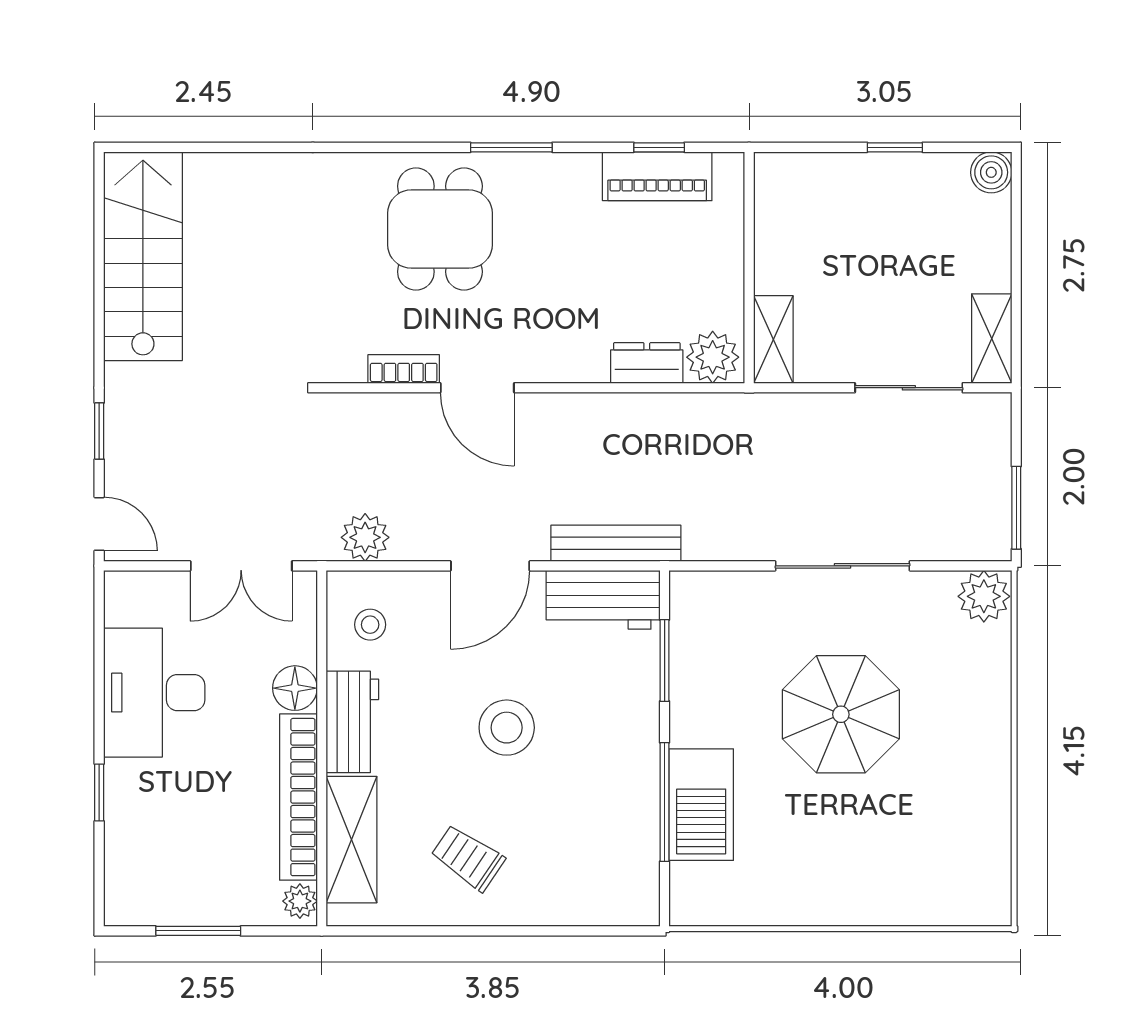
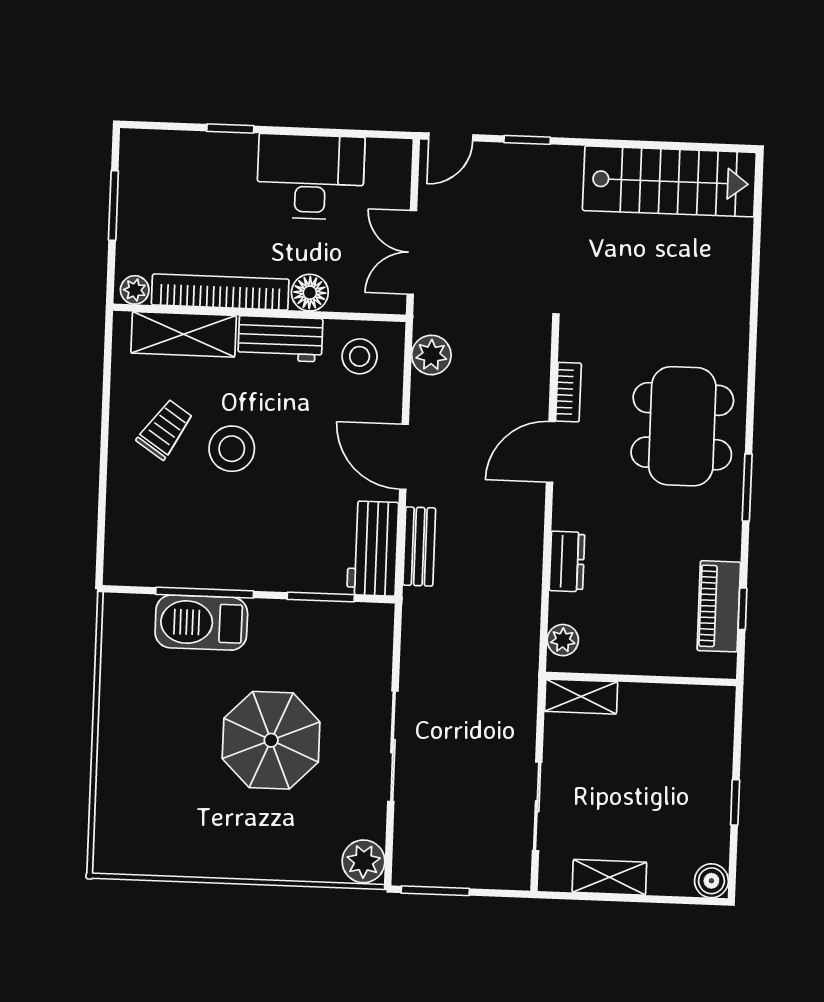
dining table: (440, 229) -> (682, 426), width x1.38
shelving: (992, 339) -> (609, 877), moved
plant: (713, 357) -> (563, 640), width x0.73, depth x0.73
dresser: (647, 363) -> (567, 561), moved
bench: (616, 543) -> (419, 547), width x0.73
stool: (370, 625) -> (360, 356), width x1.37, depth x1.37
stool: (507, 728) -> (232, 449), moved

